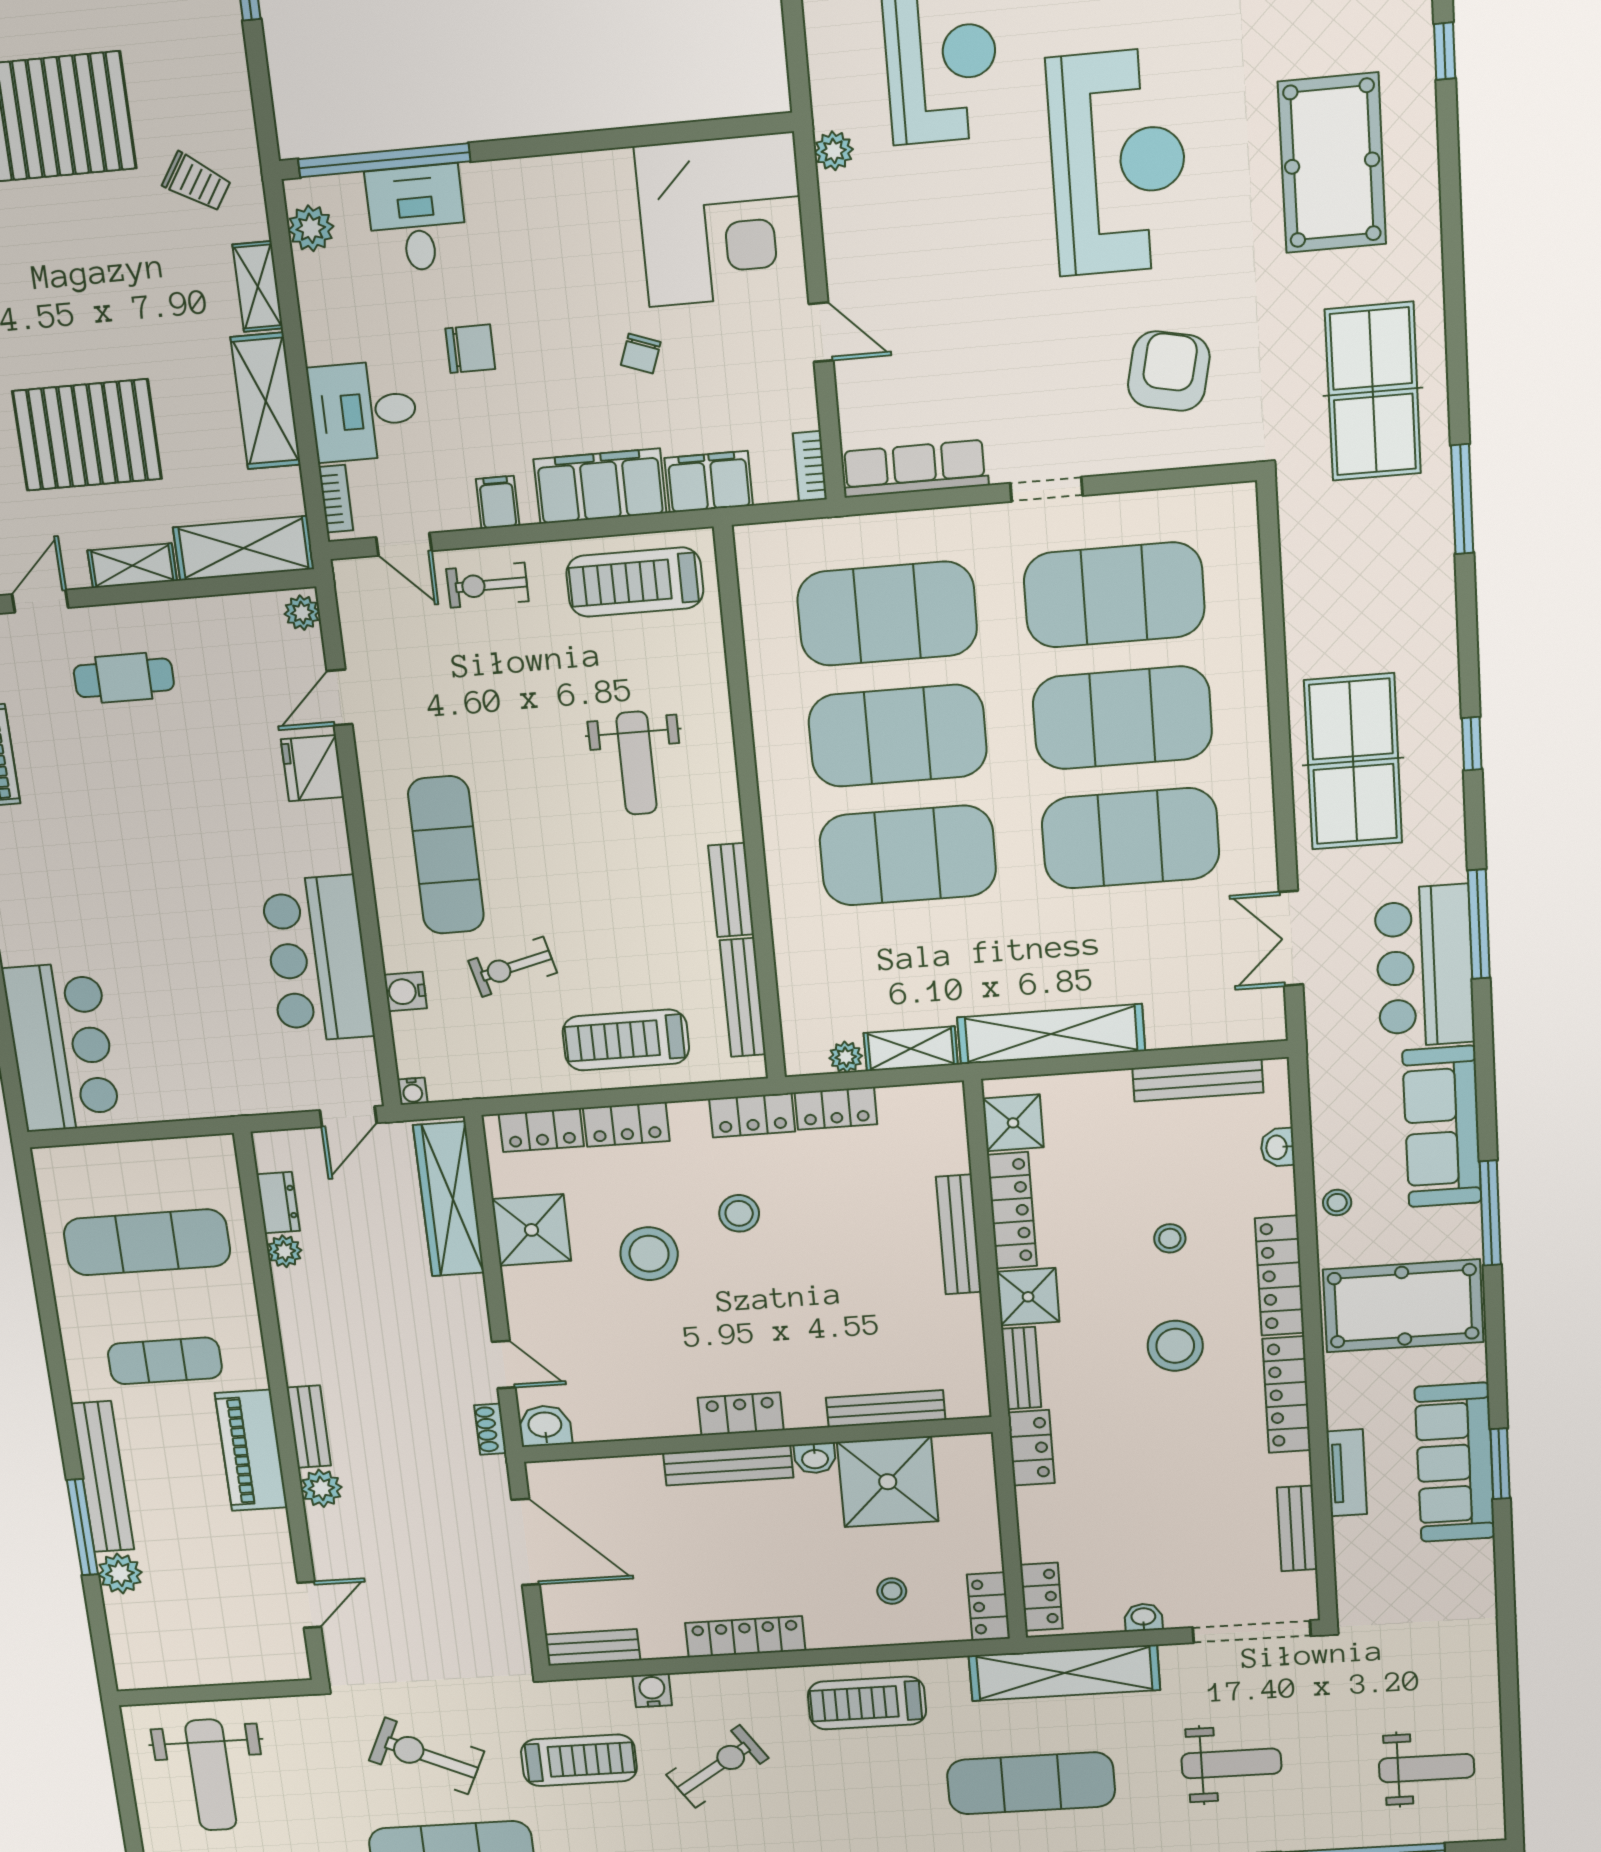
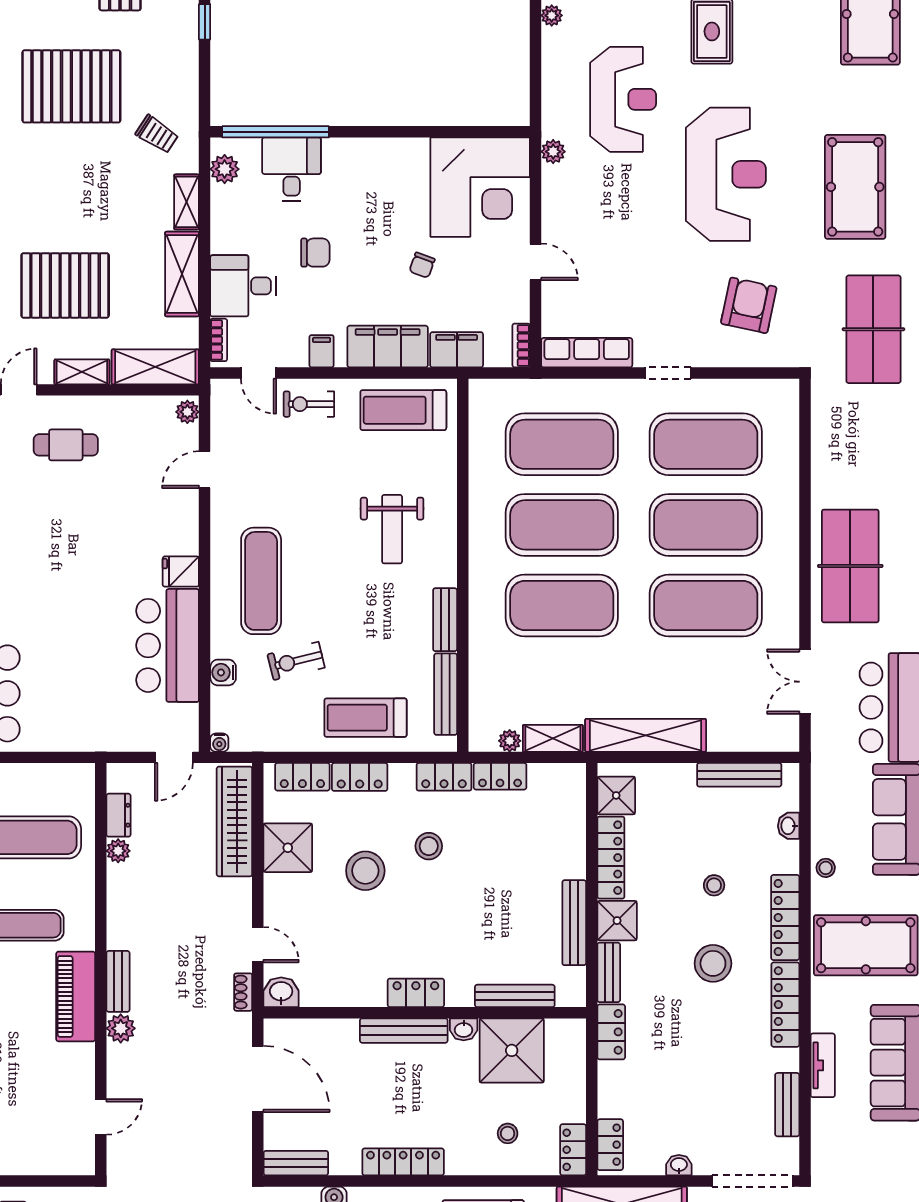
fridge: (312, 768) -> (181, 572), moved, width x0.72
bench: (959, 1235) -> (574, 923), moved

